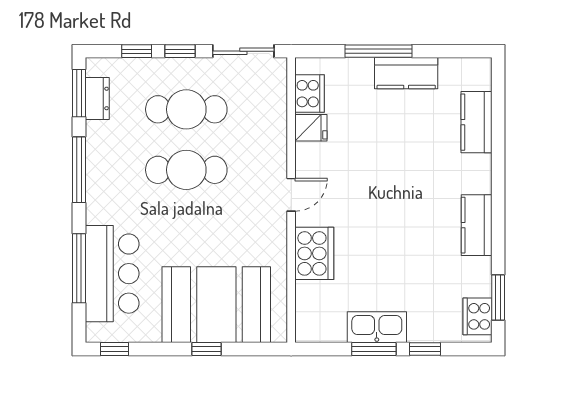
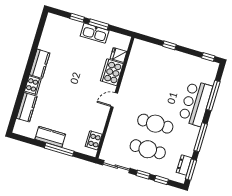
fridge: (311, 128) -> (118, 55), moved
bar counter: (112, 274) -> (196, 103), moved
window: (498, 298) -> (40, 30), removed
booth: (216, 305) -> (160, 63), removed
cooker: (477, 316) -> (33, 85), moved

